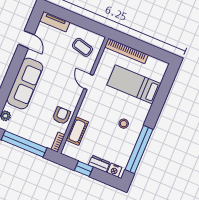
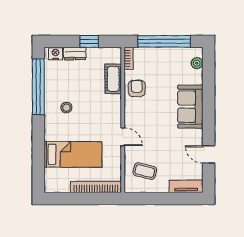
sofa: (25, 84) -> (190, 107), width x0.73
armchair: (62, 116) -> (137, 88), turned 180

